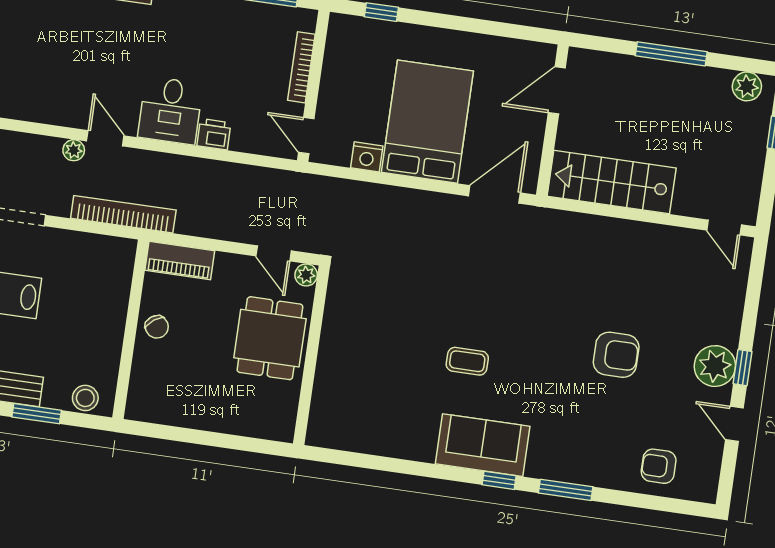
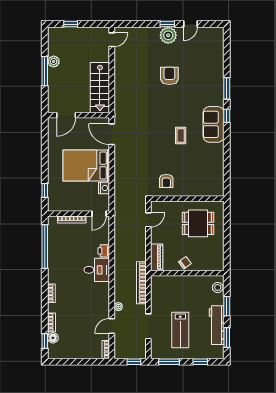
plant: (747, 86) -> (54, 61), moved
door: (557, 90) -> (66, 115), hinge flipped
door: (105, 138) -> (112, 326), moved
plant: (306, 275) -> (155, 206), removed
dining table: (270, 338) -> (198, 223), moved
armchair: (659, 466) -> (166, 181), moved

